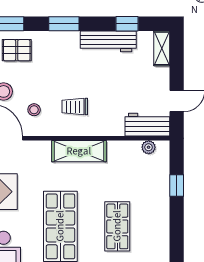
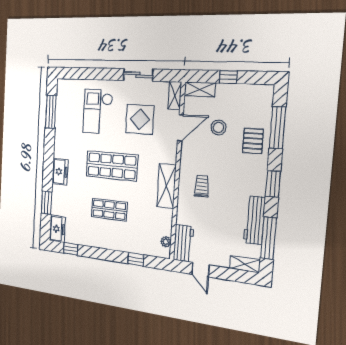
window: (127, 24) -> (268, 238), width x2.17
stool: (34, 110) -> (202, 152), removed

